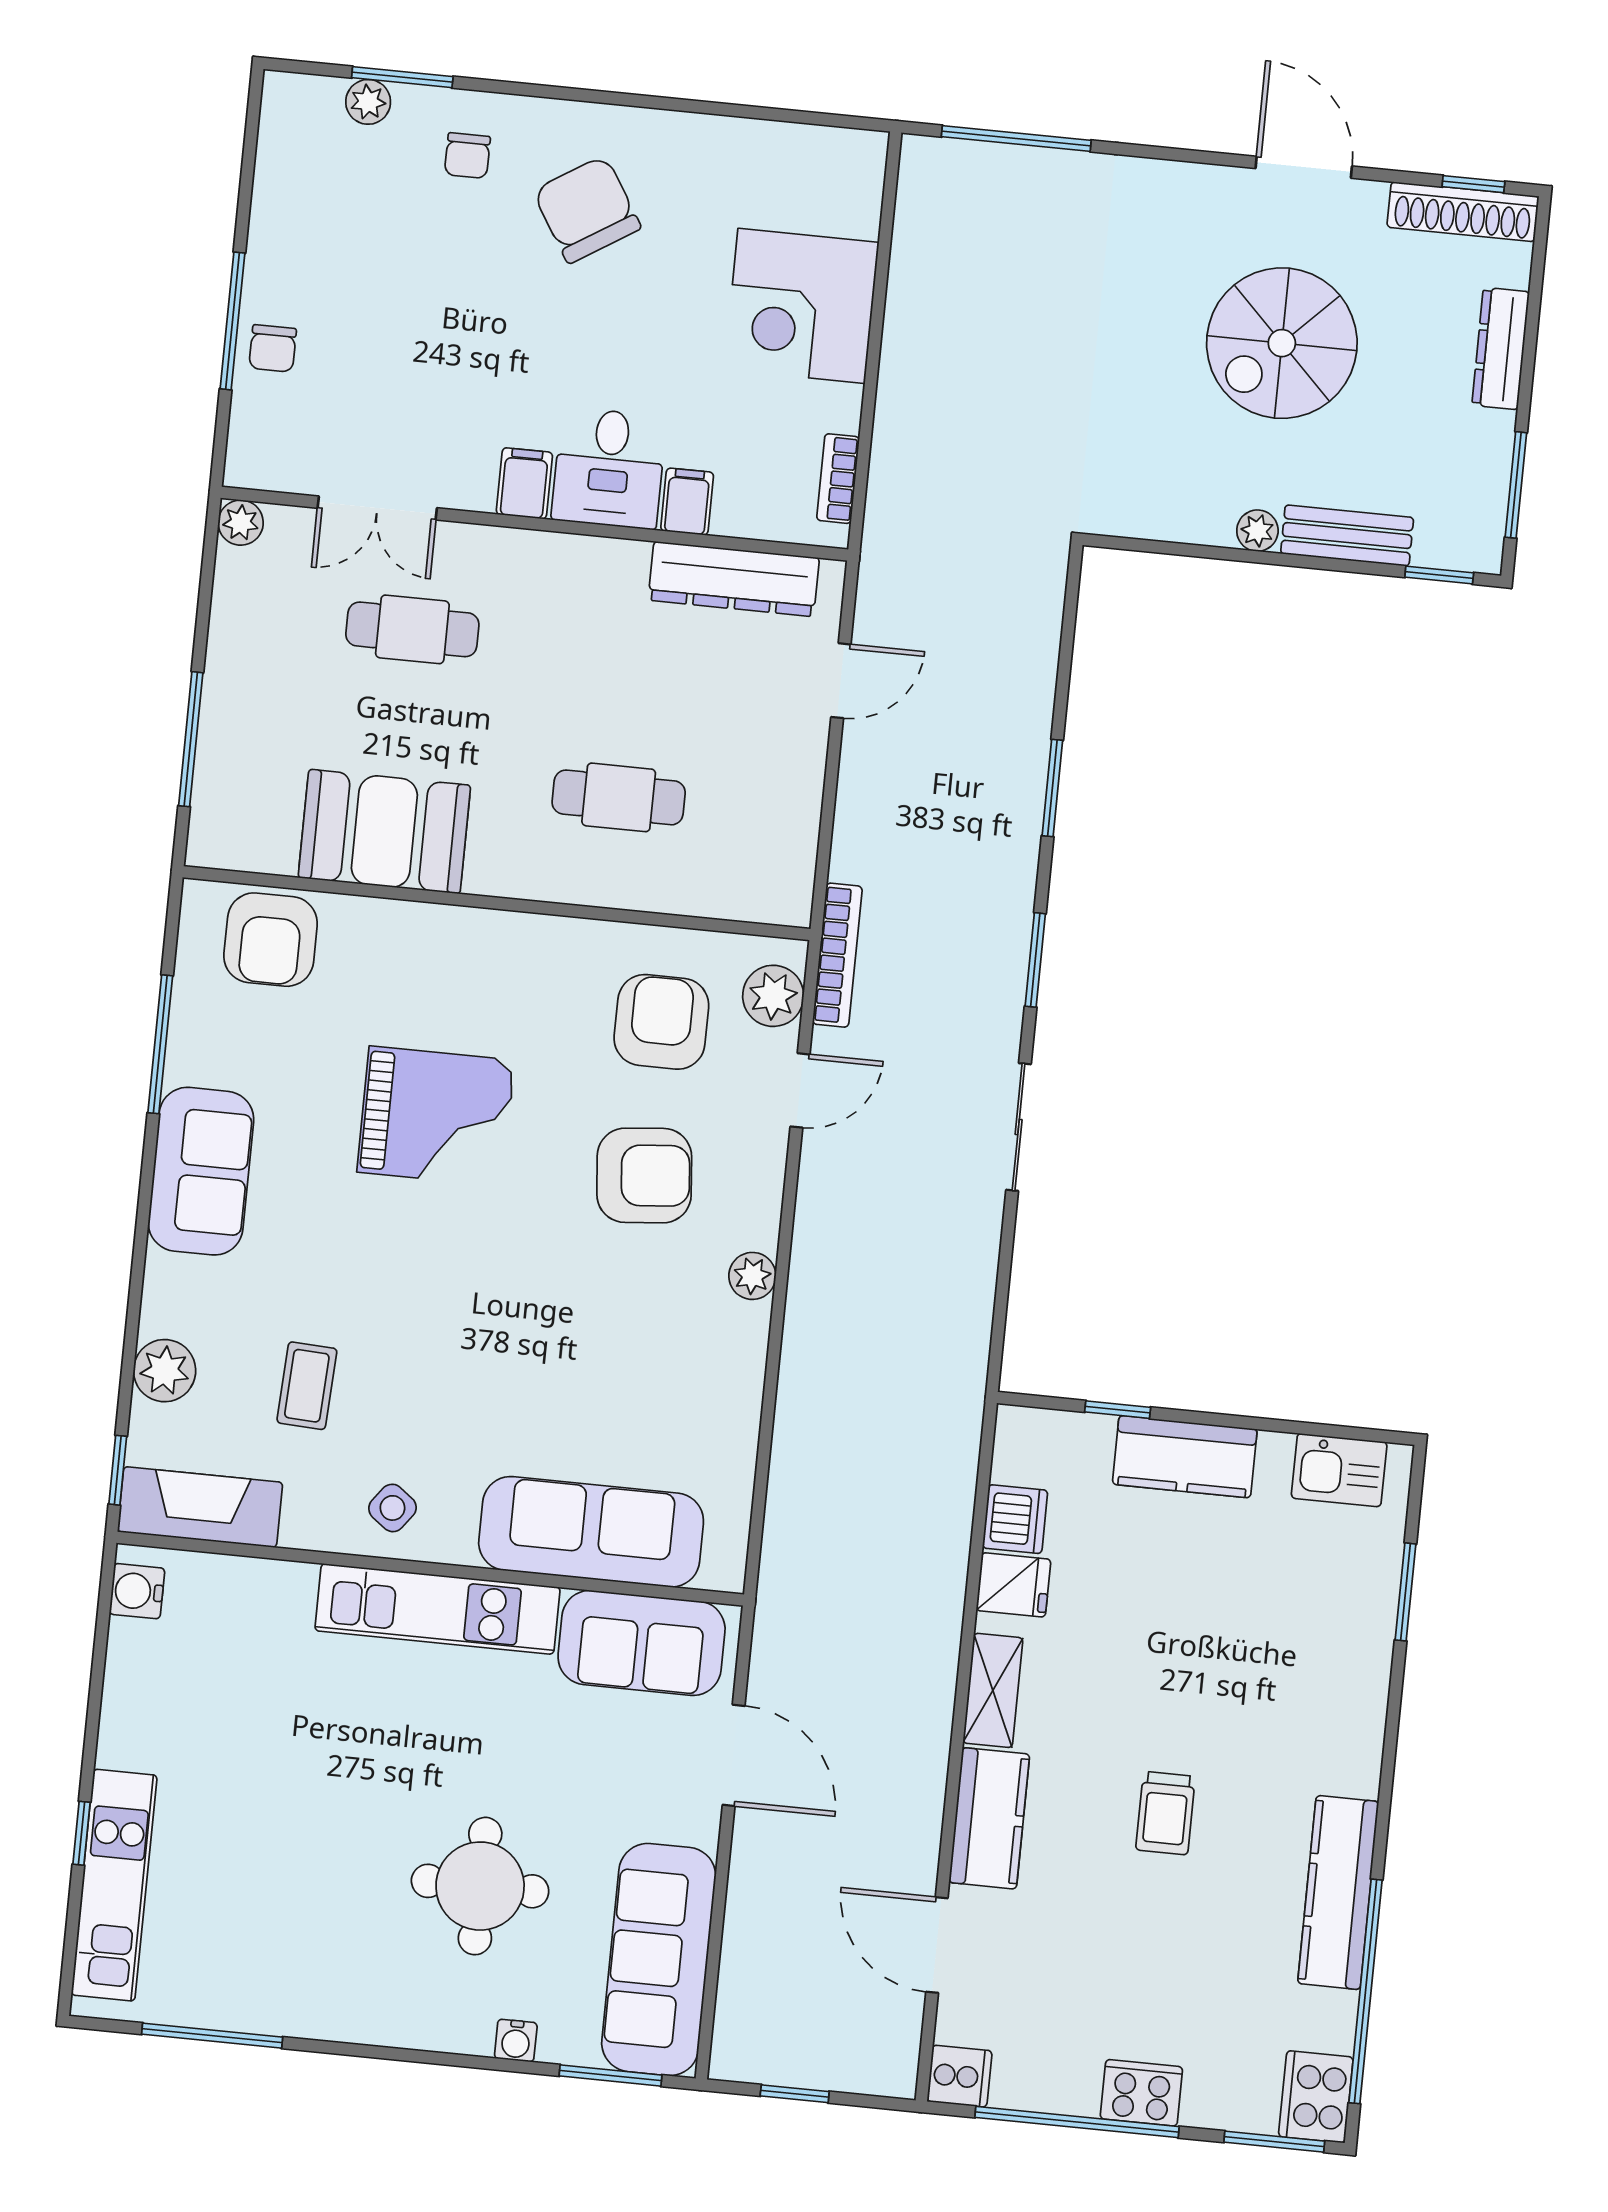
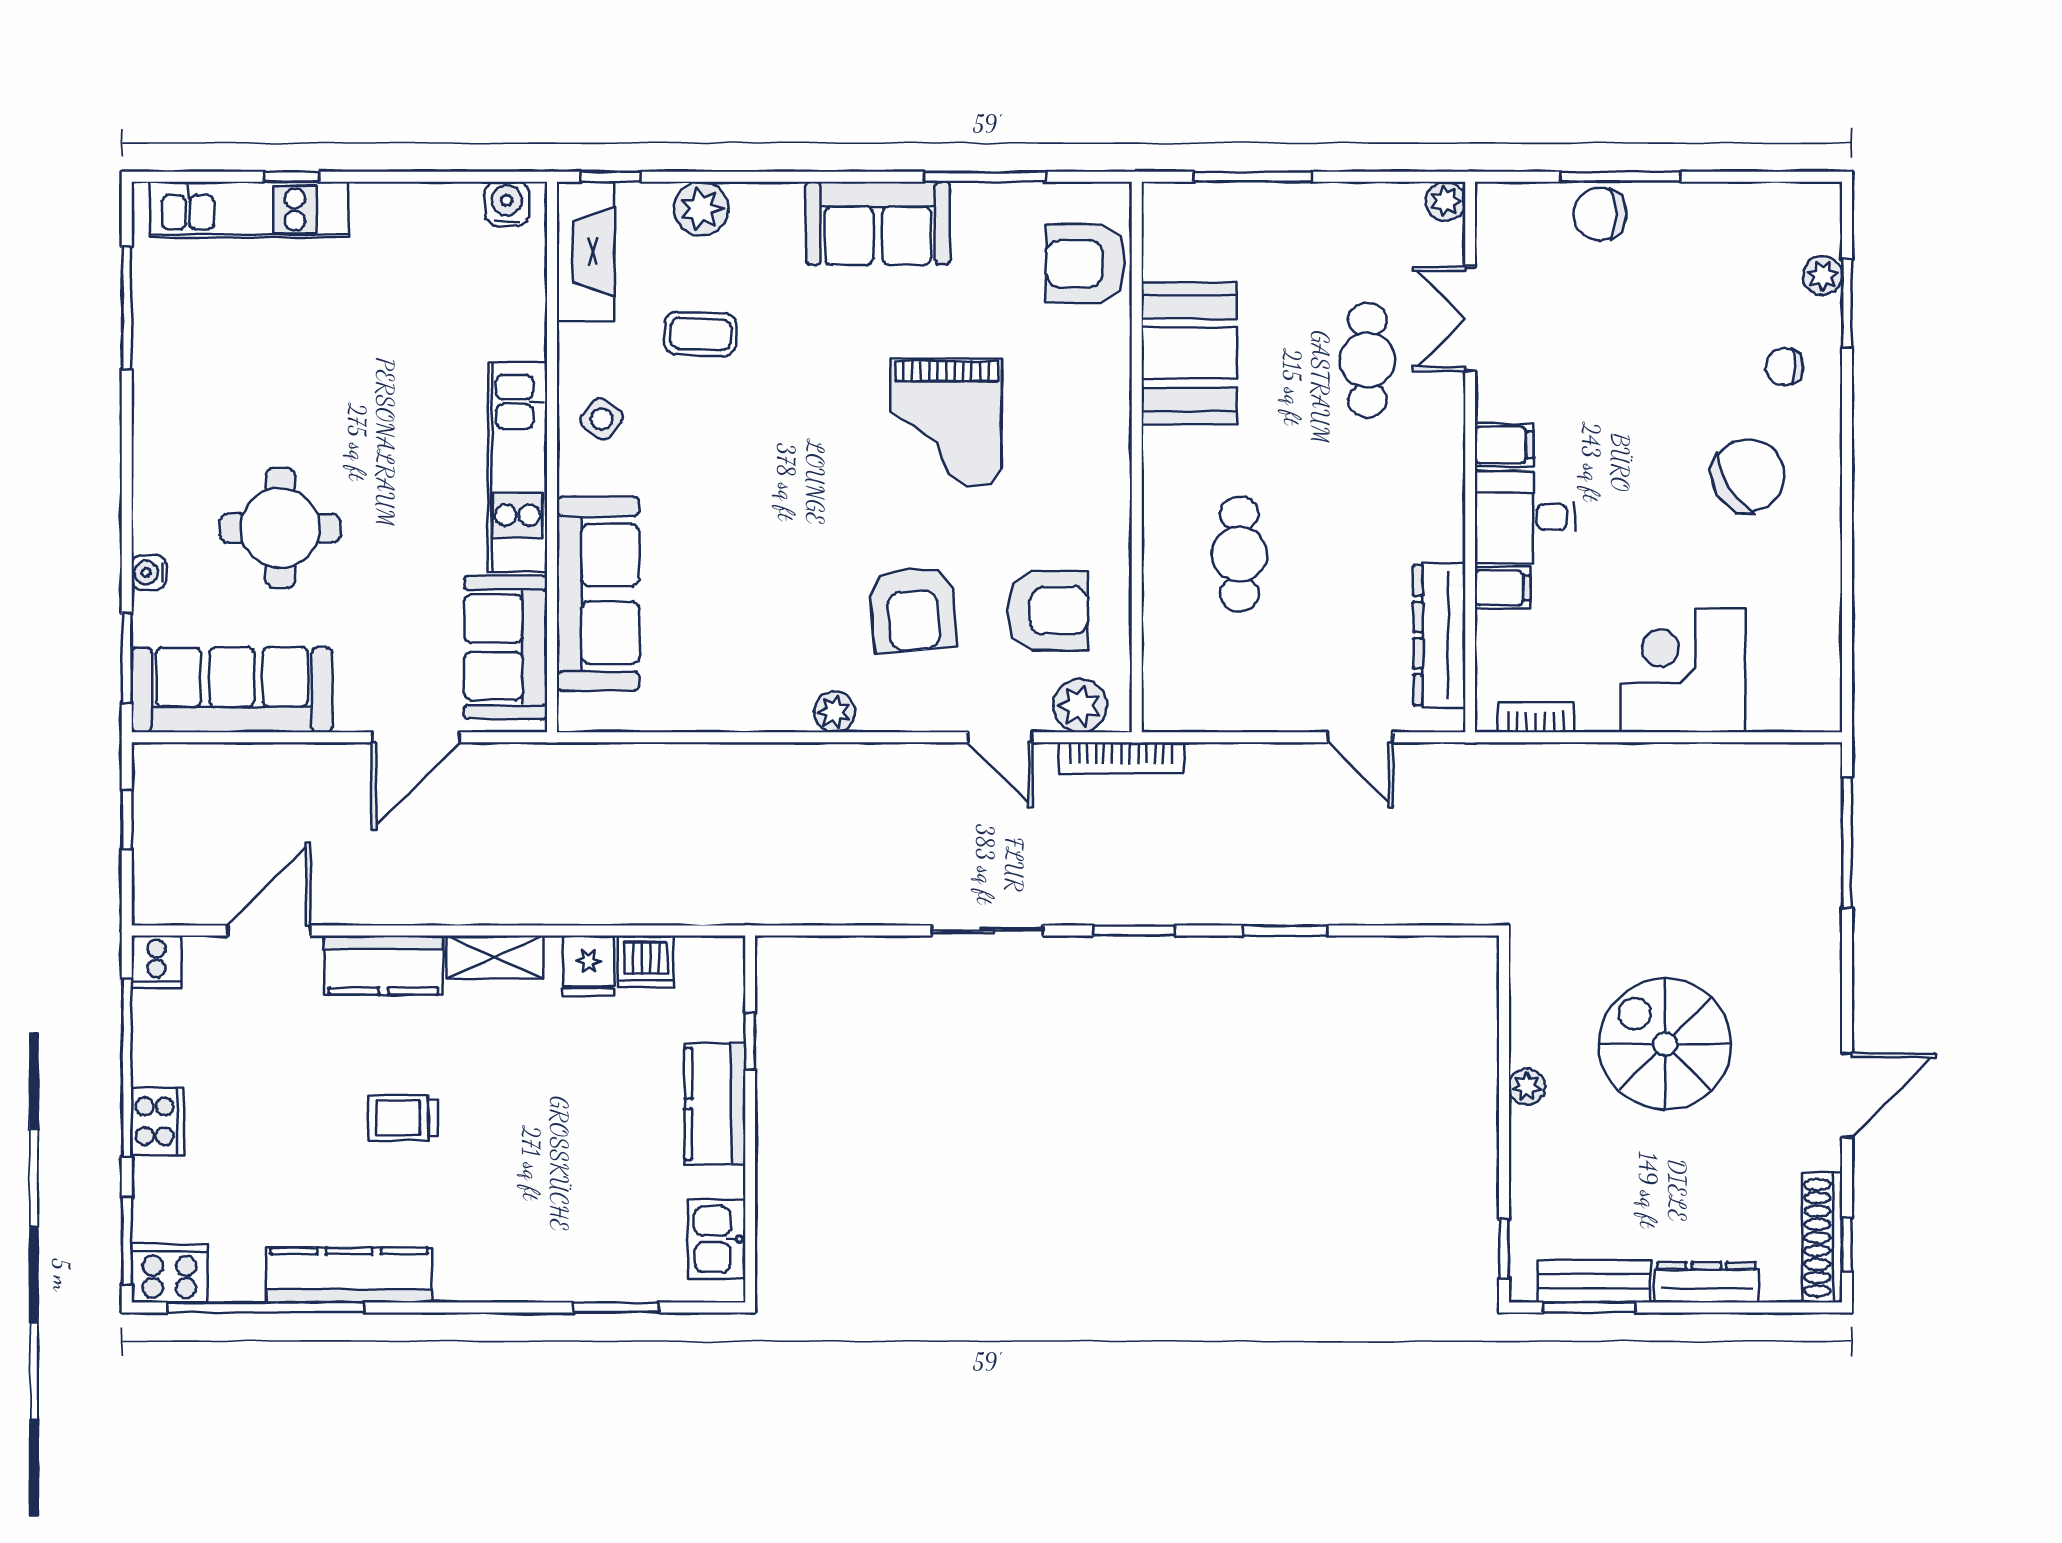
spiral stairs: (1282, 343) -> (1665, 1044), moved
chair: (273, 348) -> (1600, 214), width x1.37, depth x1.37
bench: (1347, 536) -> (1594, 1281), moved, turned 90

